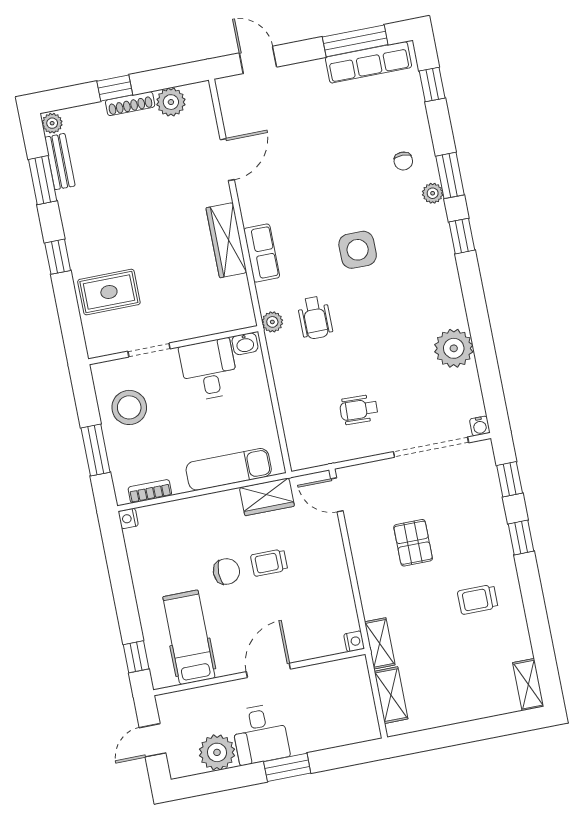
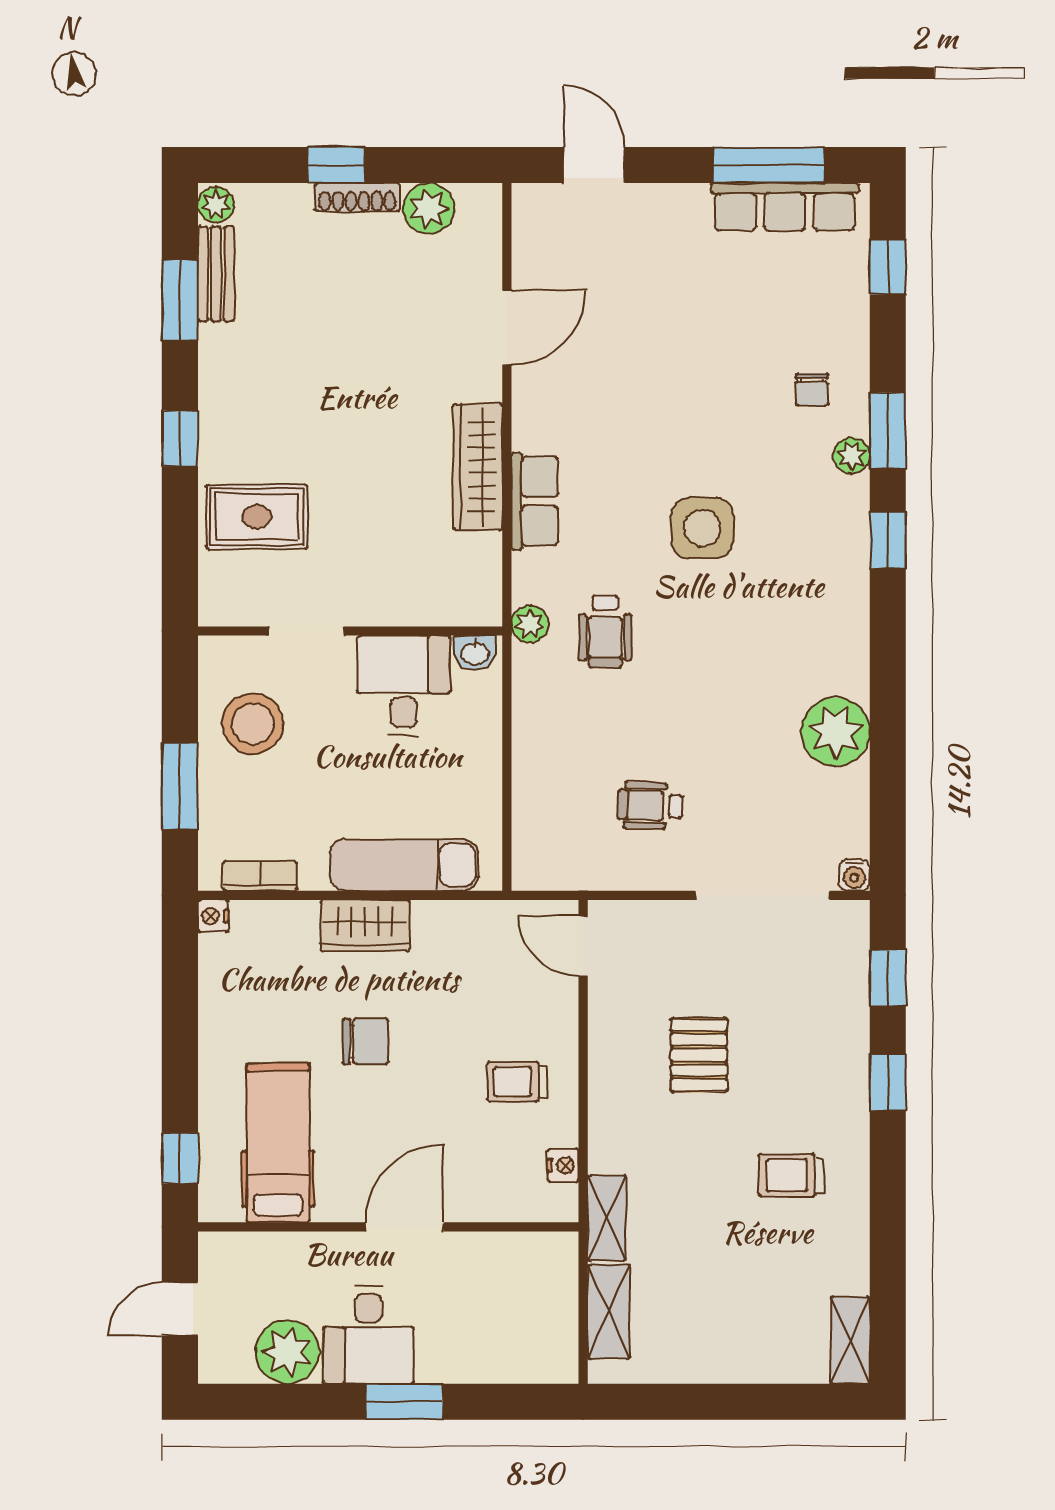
wardrobe: (267, 497) -> (365, 926), moved
trolley: (269, 563) -> (517, 1082), moved
nightstand: (354, 641) -> (563, 1165), moved

